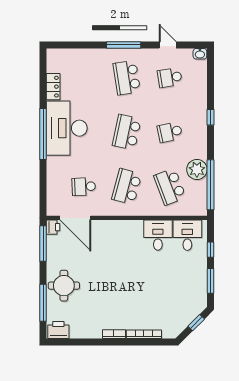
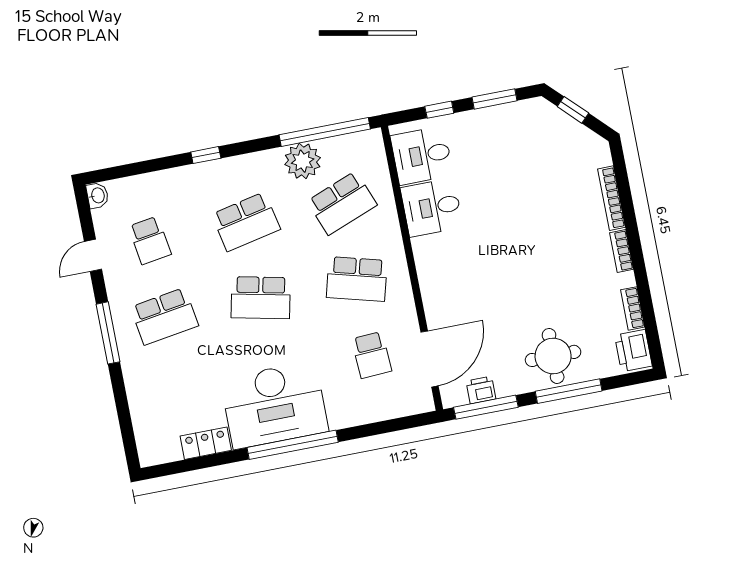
school desk: (170, 132) -> (246, 222), width x1.85
printer: (53, 227) -> (481, 390), moved
window: (43, 303) -> (569, 391), moved
bookcase: (81, 334) -> (633, 308), added

